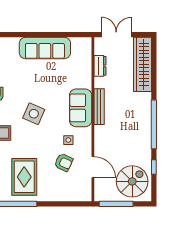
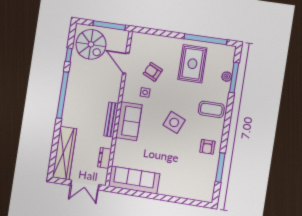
sofa: (45, 48) -> (134, 180), moved
spiral stairs: (132, 181) -> (91, 44), turned -90

